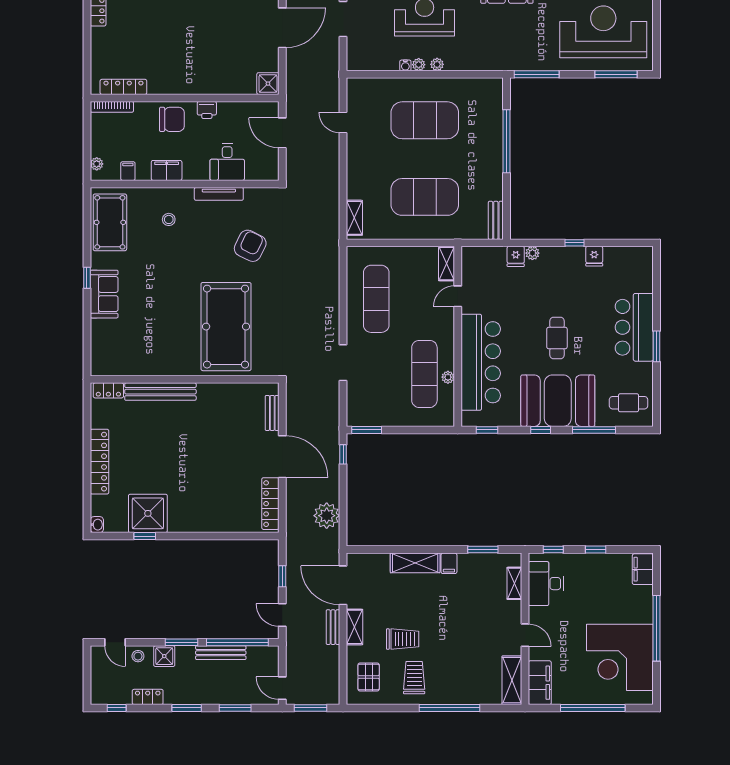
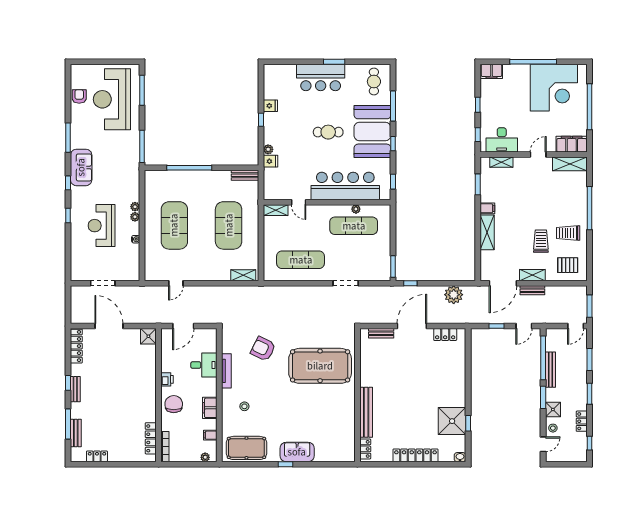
plant: (419, 65) -> (135, 207), moved
locker: (270, 504) -> (445, 335), width x0.66

